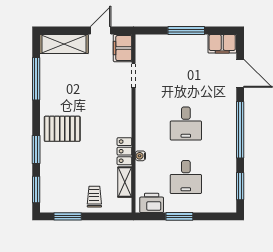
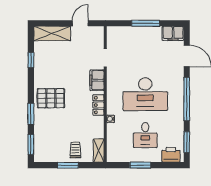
filing cabinet: (123, 48) -> (97, 80), moved
window: (36, 79) -> (31, 60), width x0.46
desk: (186, 123) -> (145, 94), width x1.87, depth x1.30
locker: (124, 151) -> (98, 105), moved
shelving: (125, 182) -> (99, 151), moved
printer: (152, 203) -> (171, 155), moved
window: (68, 216) -> (68, 165), moved

